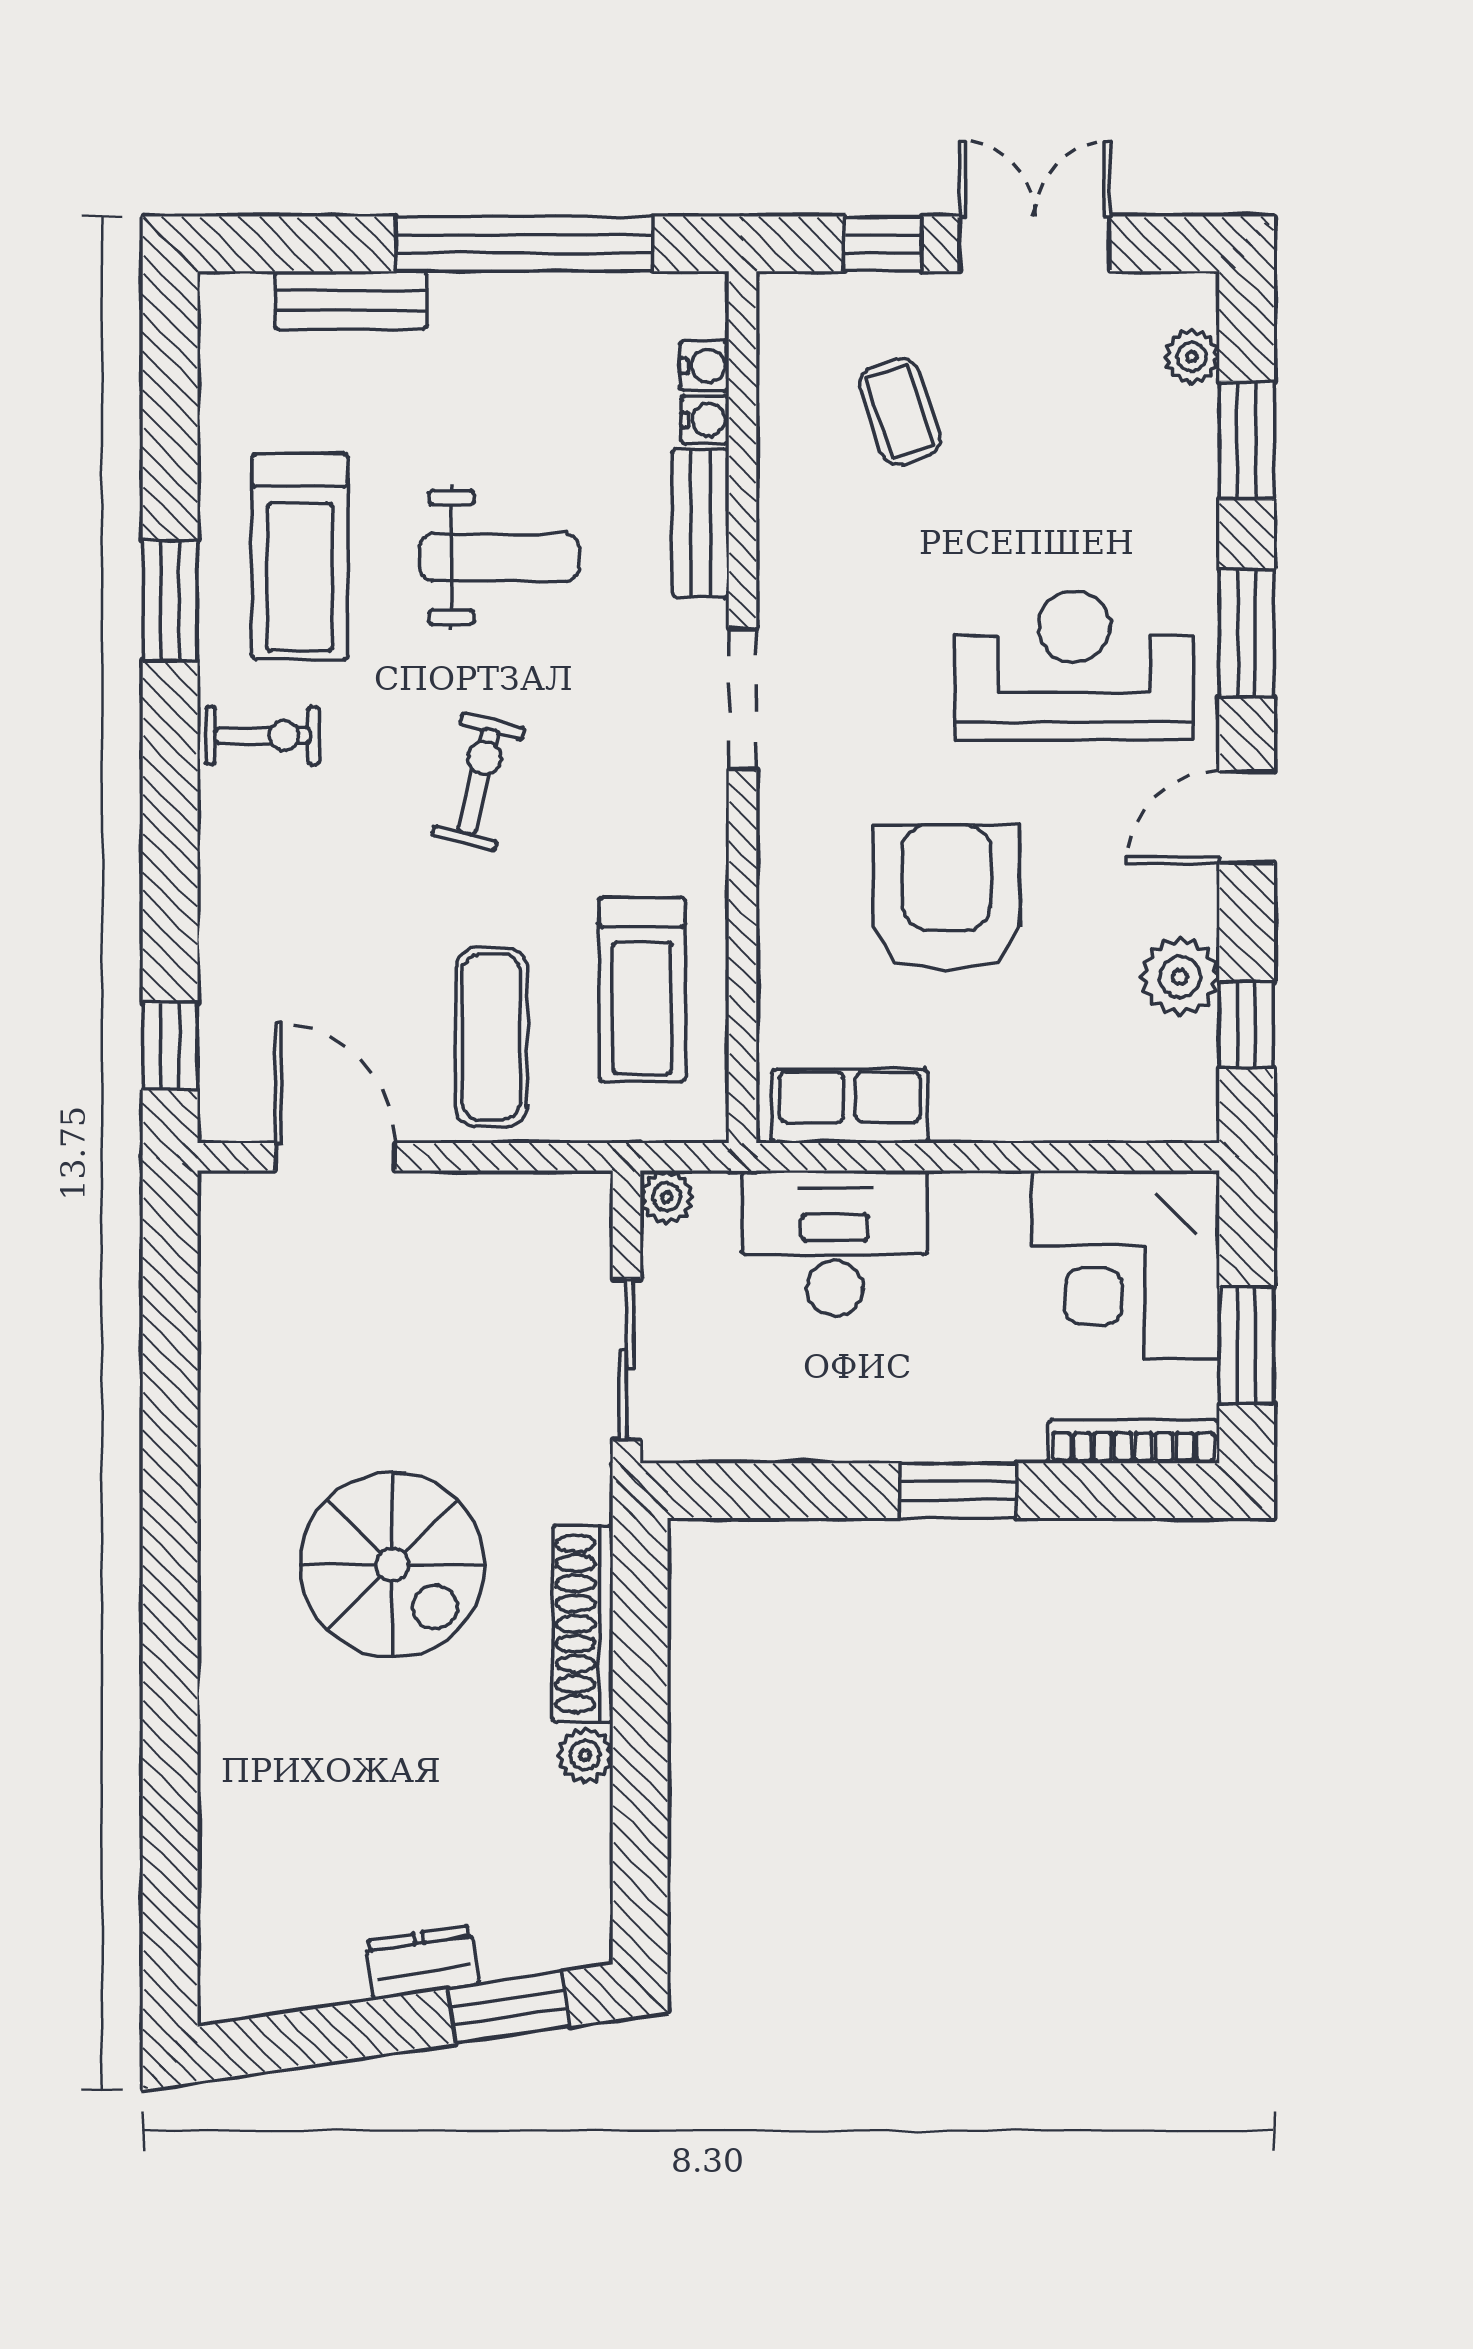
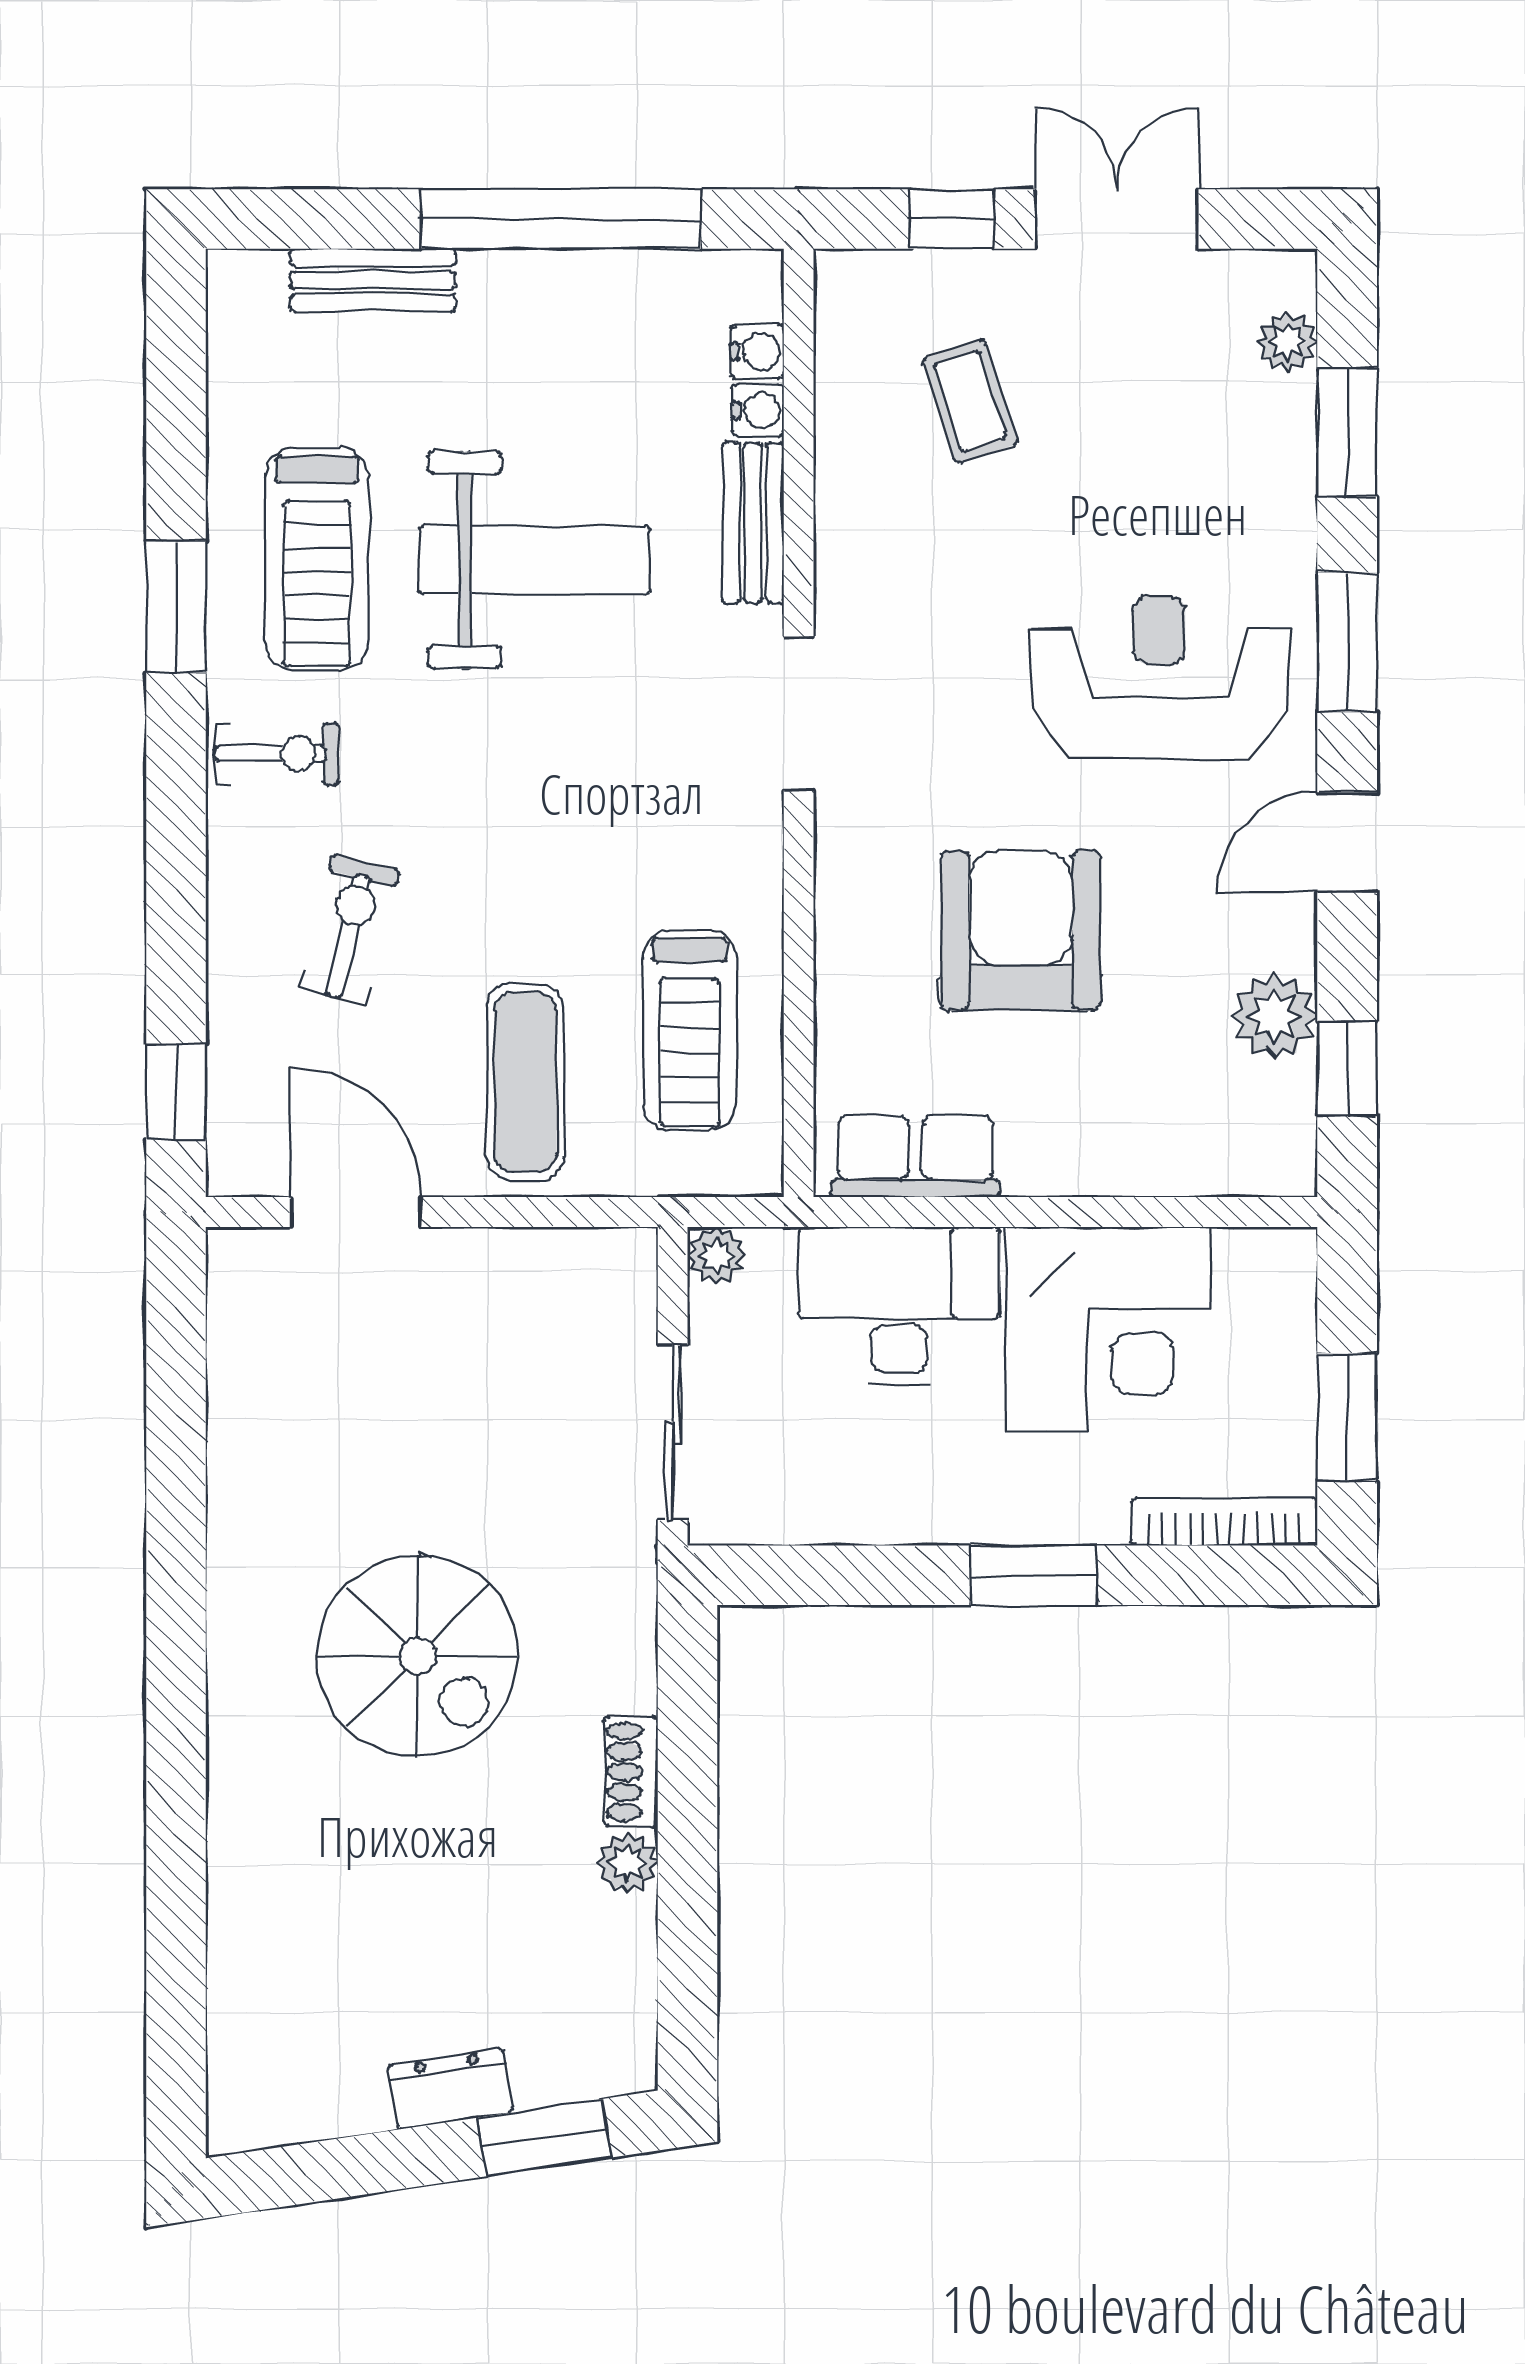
weight bench: (500, 557) -> (534, 560), width x1.36, depth x1.33
exercise bike: (478, 781) -> (350, 930), moved
corner desk: (1125, 1264) -> (1108, 1329), moved, turned -90
shoe rack: (583, 1624) -> (631, 1772), width x0.51, depth x0.81

